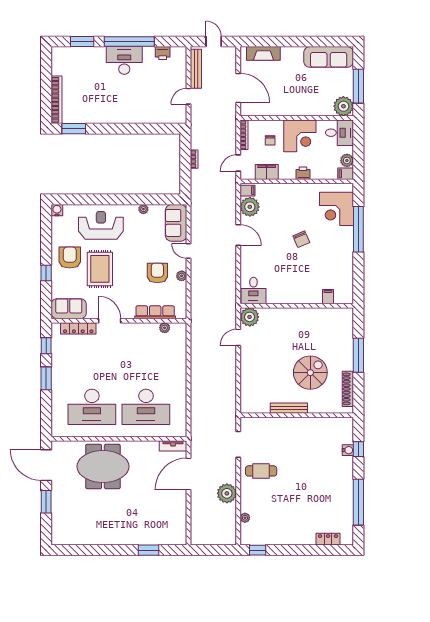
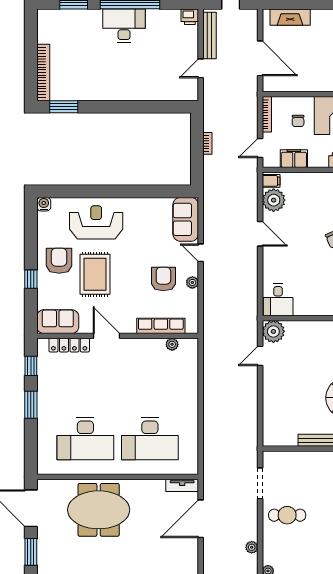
printer: (163, 53) -> (190, 17), moved
plant: (143, 209) -> (147, 203), removed
plant: (227, 493) -> (252, 547), width x0.53, depth x0.53

